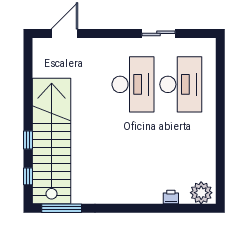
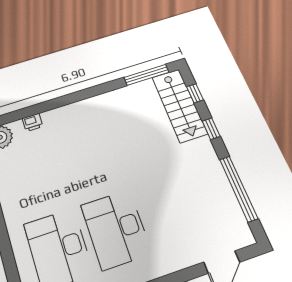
window: (28, 83) -> (238, 189), added
stairs: (52, 141) -> (179, 105), width x0.54, depth x0.66

